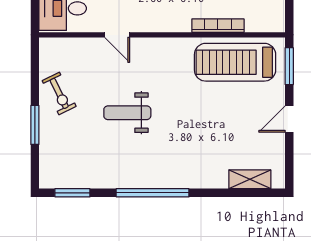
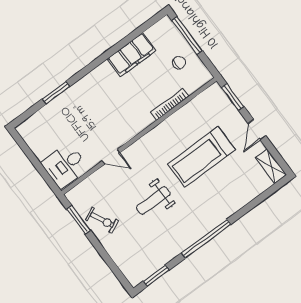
treadmill: (235, 62) -> (201, 157), moved
window: (35, 125) -> (78, 220), moved
shelving: (250, 179) -> (271, 166), moved, turned 90

